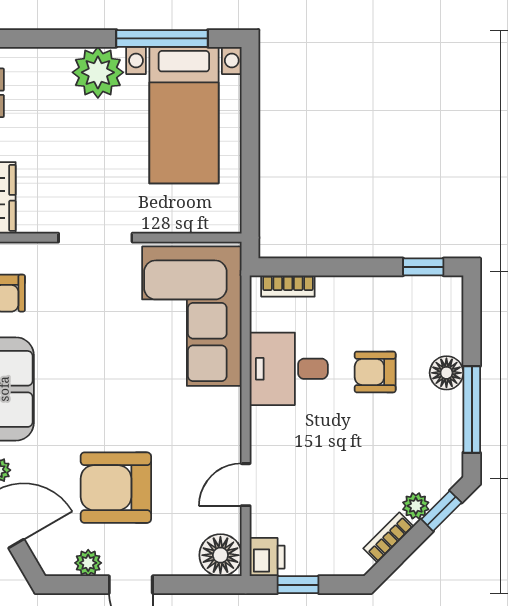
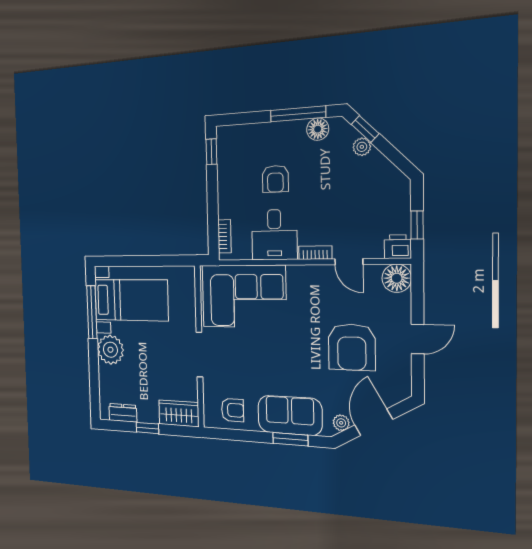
floor lamp: (446, 373) -> (318, 129), moved
bookcase: (388, 538) -> (315, 253), moved, turned 135
plant: (88, 563) -> (403, 367), removed

